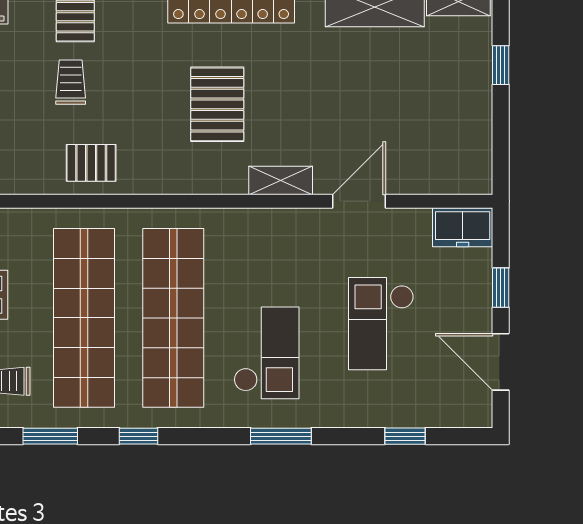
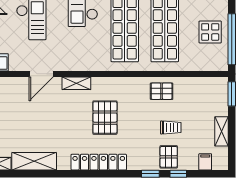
trolley: (71, 82) -> (171, 128), turned -90

